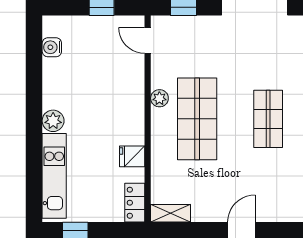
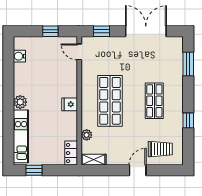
plant: (159, 98) -> (87, 135), moved
fridge: (132, 156) -> (70, 104), moved
trolley: (278, 196) -> (160, 149), added

